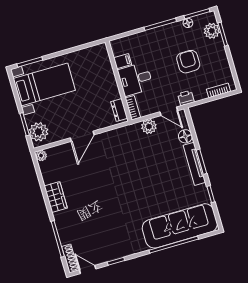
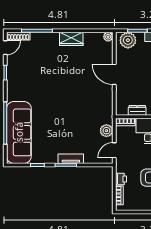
printer: (186, 98) -> (121, 179), moved
dresser: (119, 110) -> (137, 110), moved
floor lamp: (185, 136) -> (90, 158), removed
tv unit: (194, 164) -> (71, 159), width x0.71

